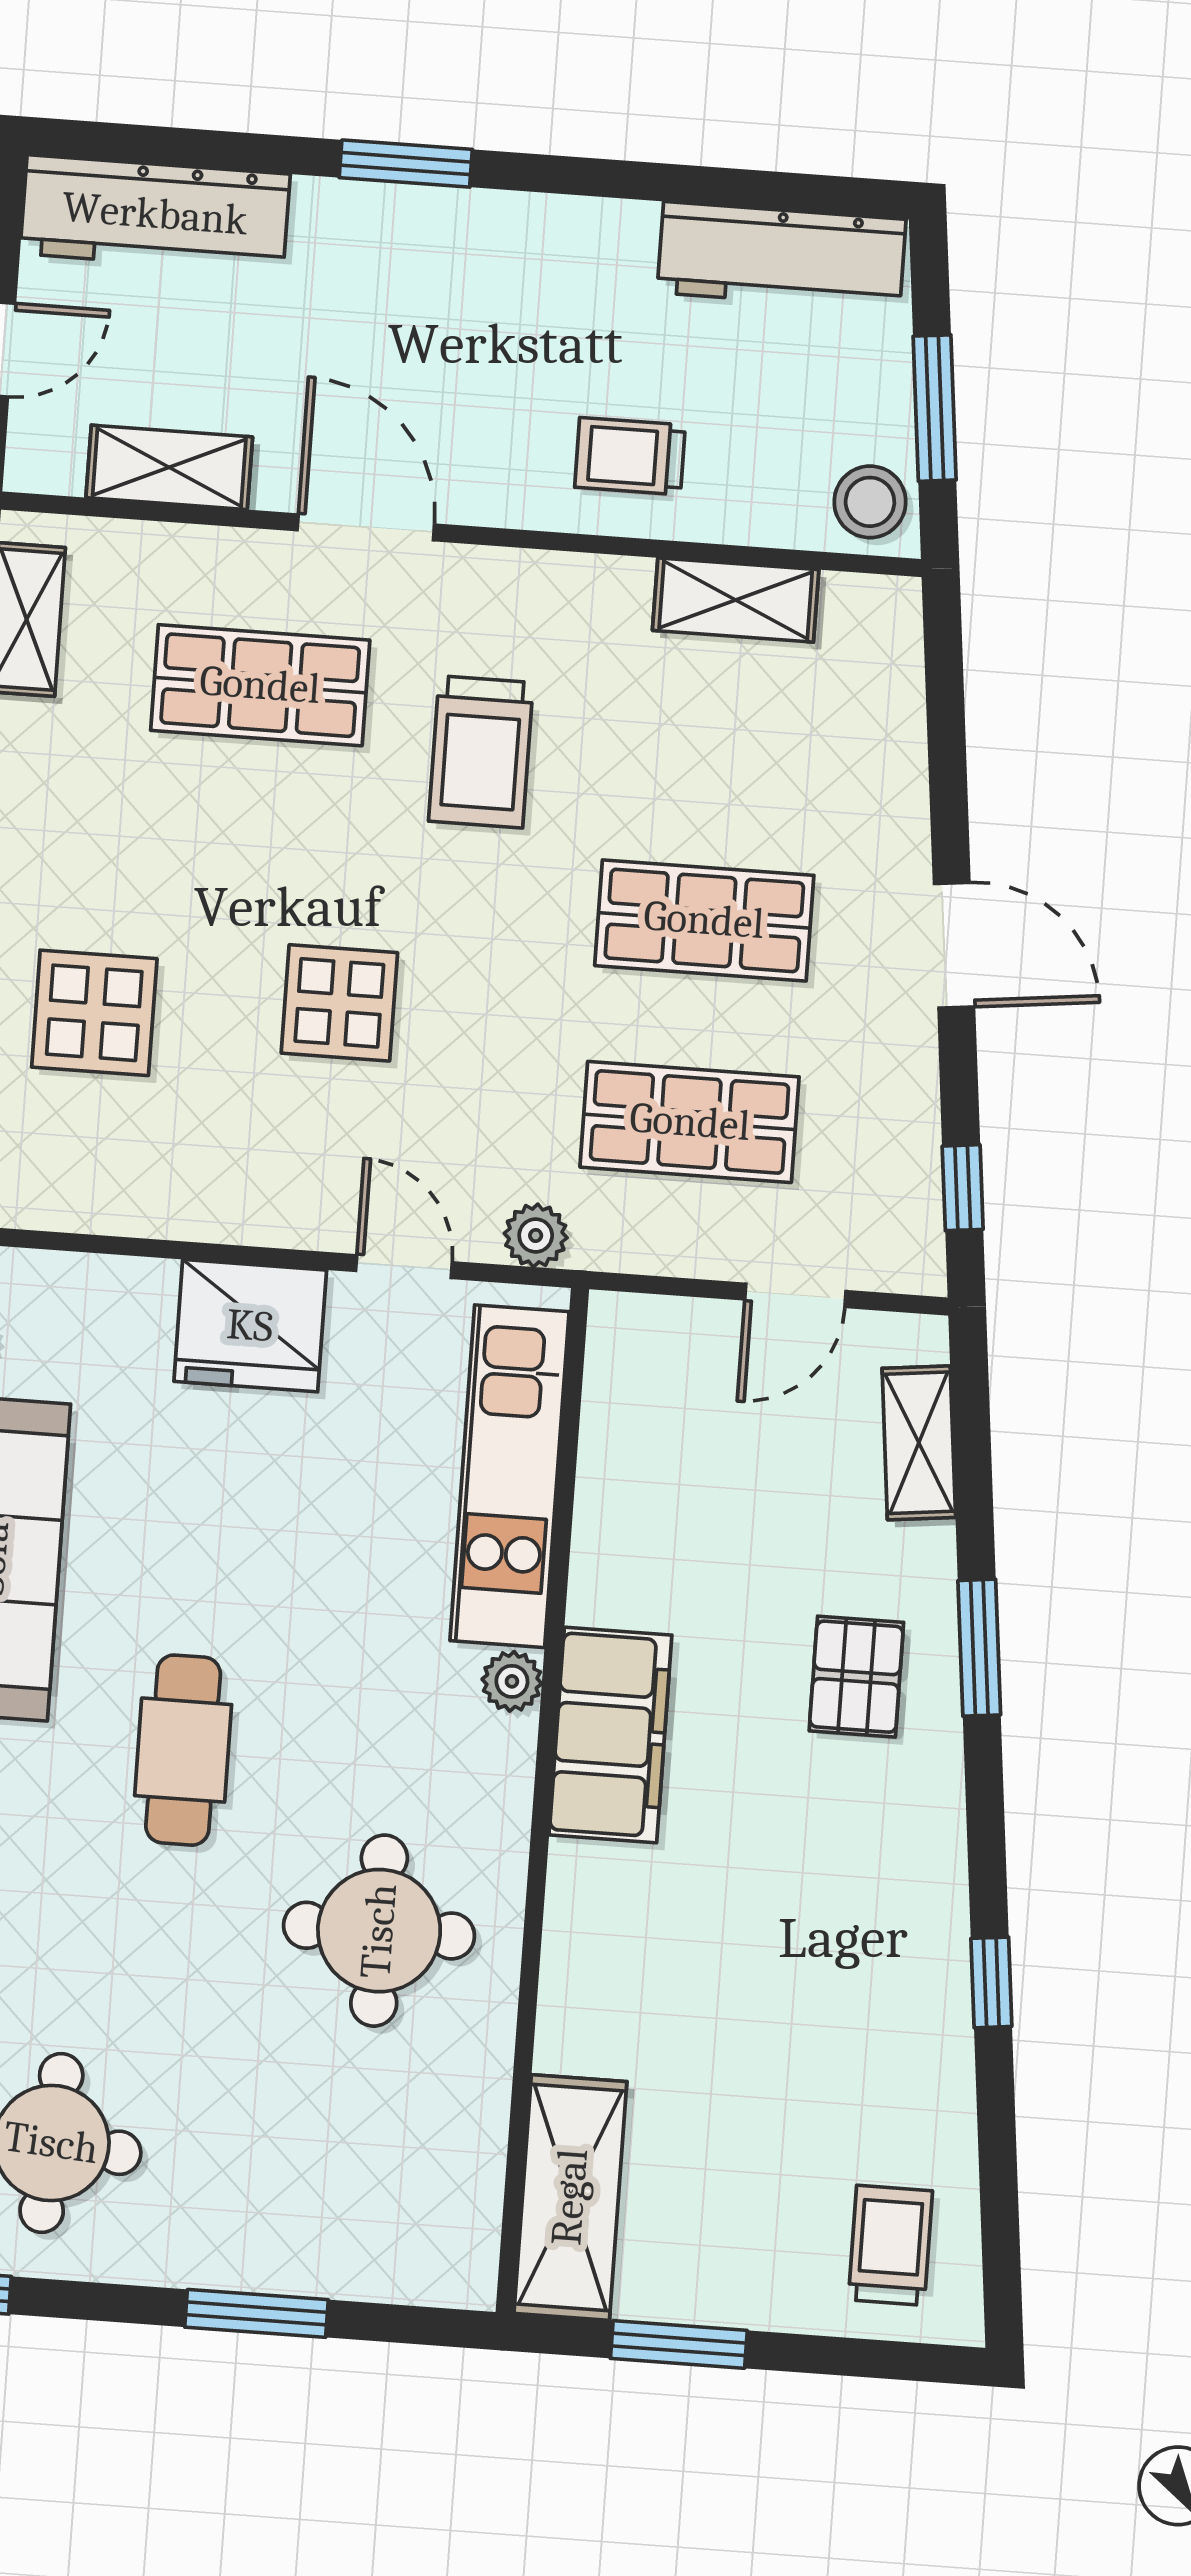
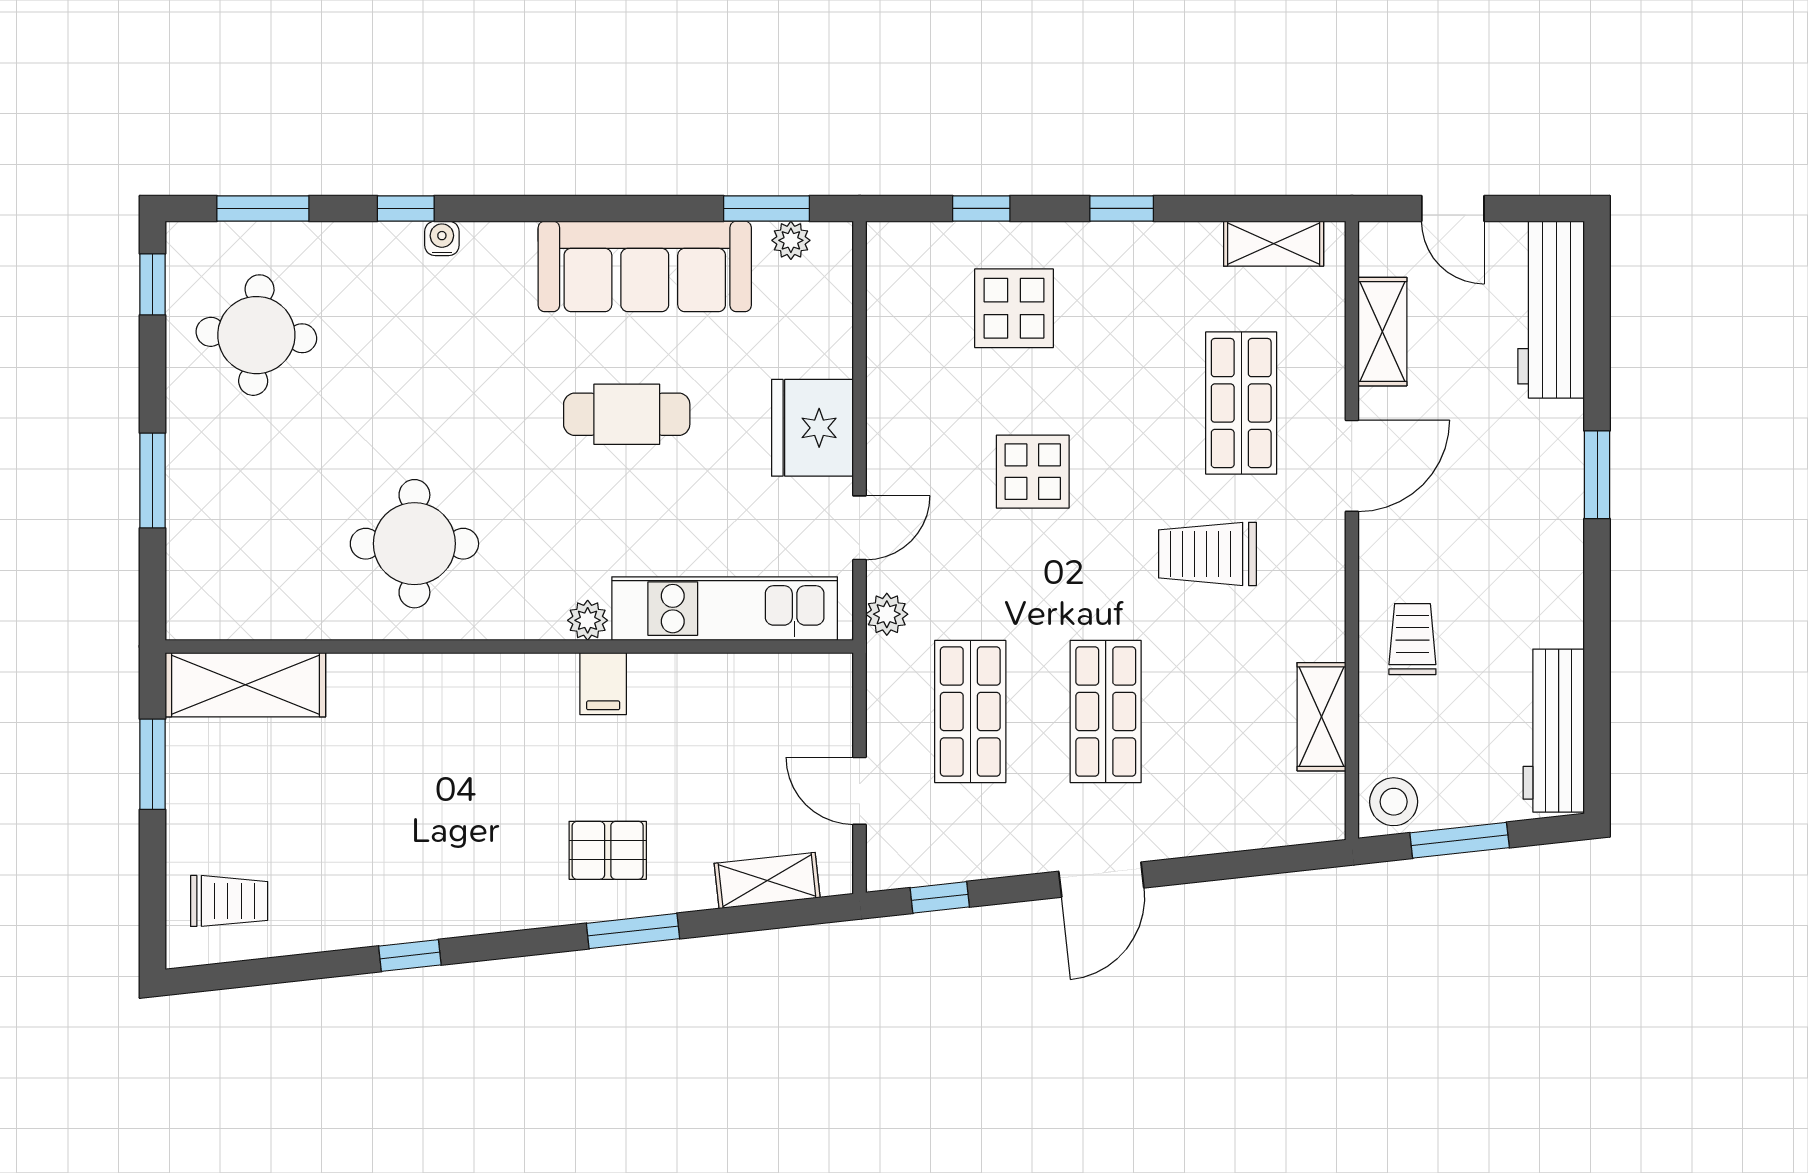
filing cabinet: (610, 1735) -> (603, 684), width x0.33, depth x0.86
cafe table: (183, 1750) -> (627, 414), moved

